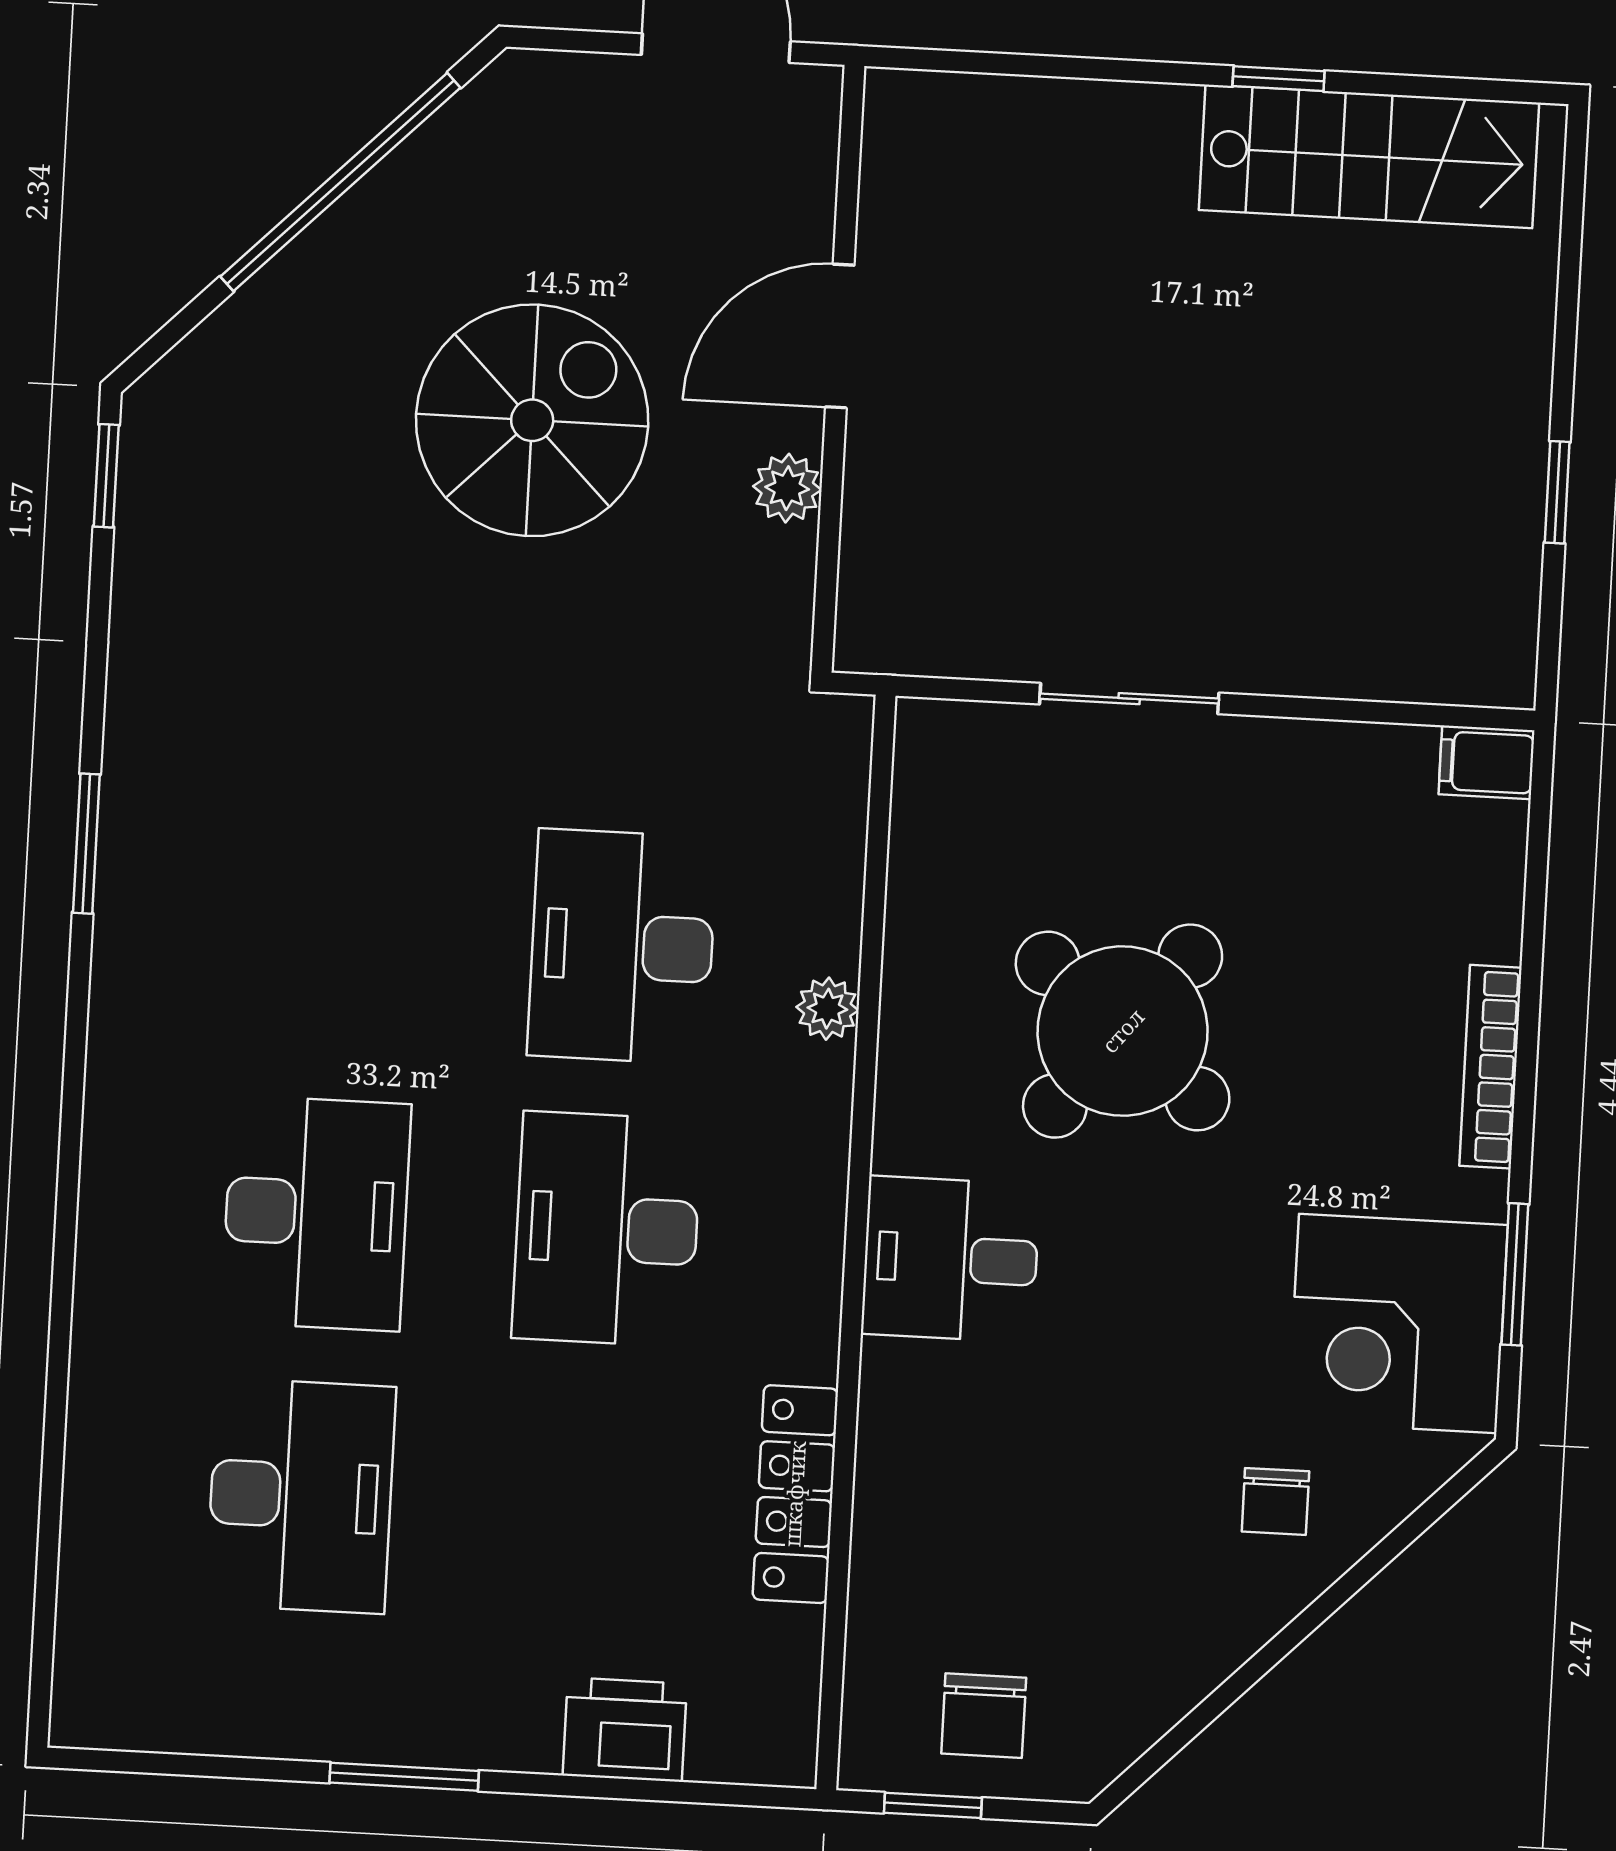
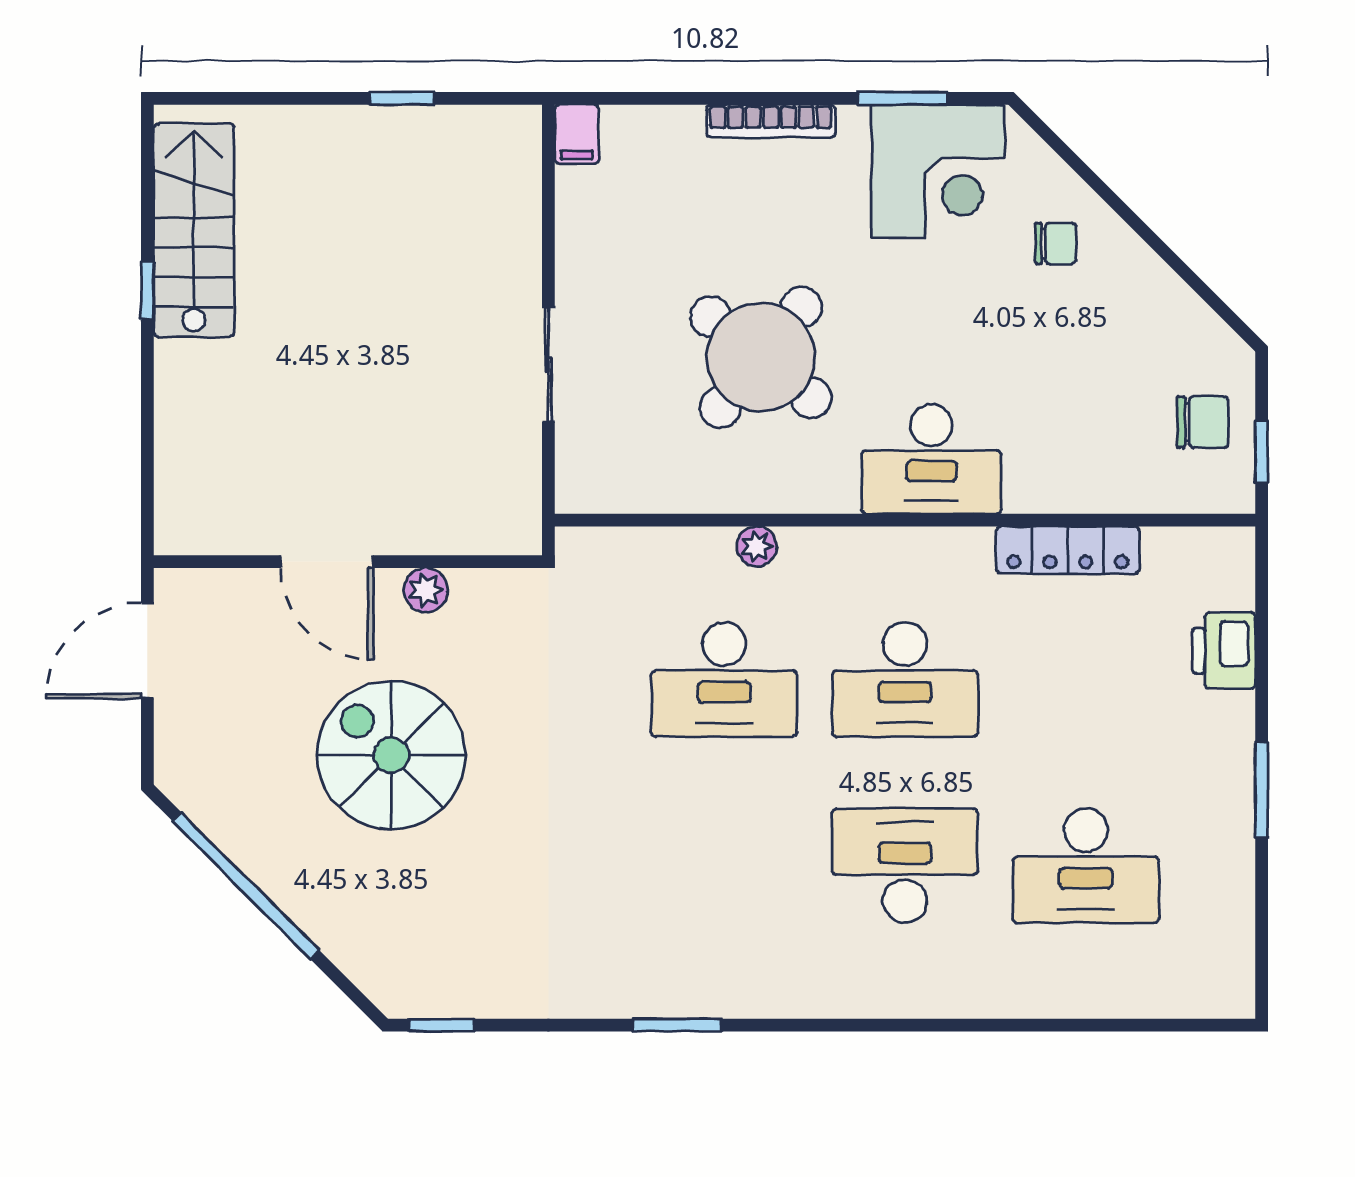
desk: (951, 1259) -> (931, 459), width x1.37
desk: (301, 1496) -> (1086, 866), turned 180

